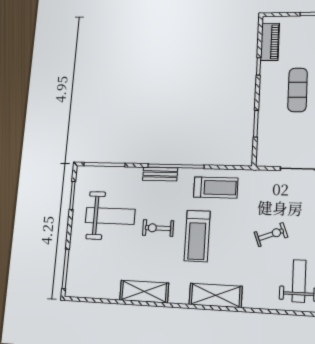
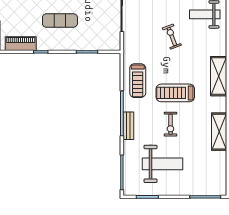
treadmill: (216, 188) -> (138, 81), turned 180
weight bench: (110, 216) -> (163, 164), turned 90
treadmill: (197, 236) -> (175, 93), turned 180

